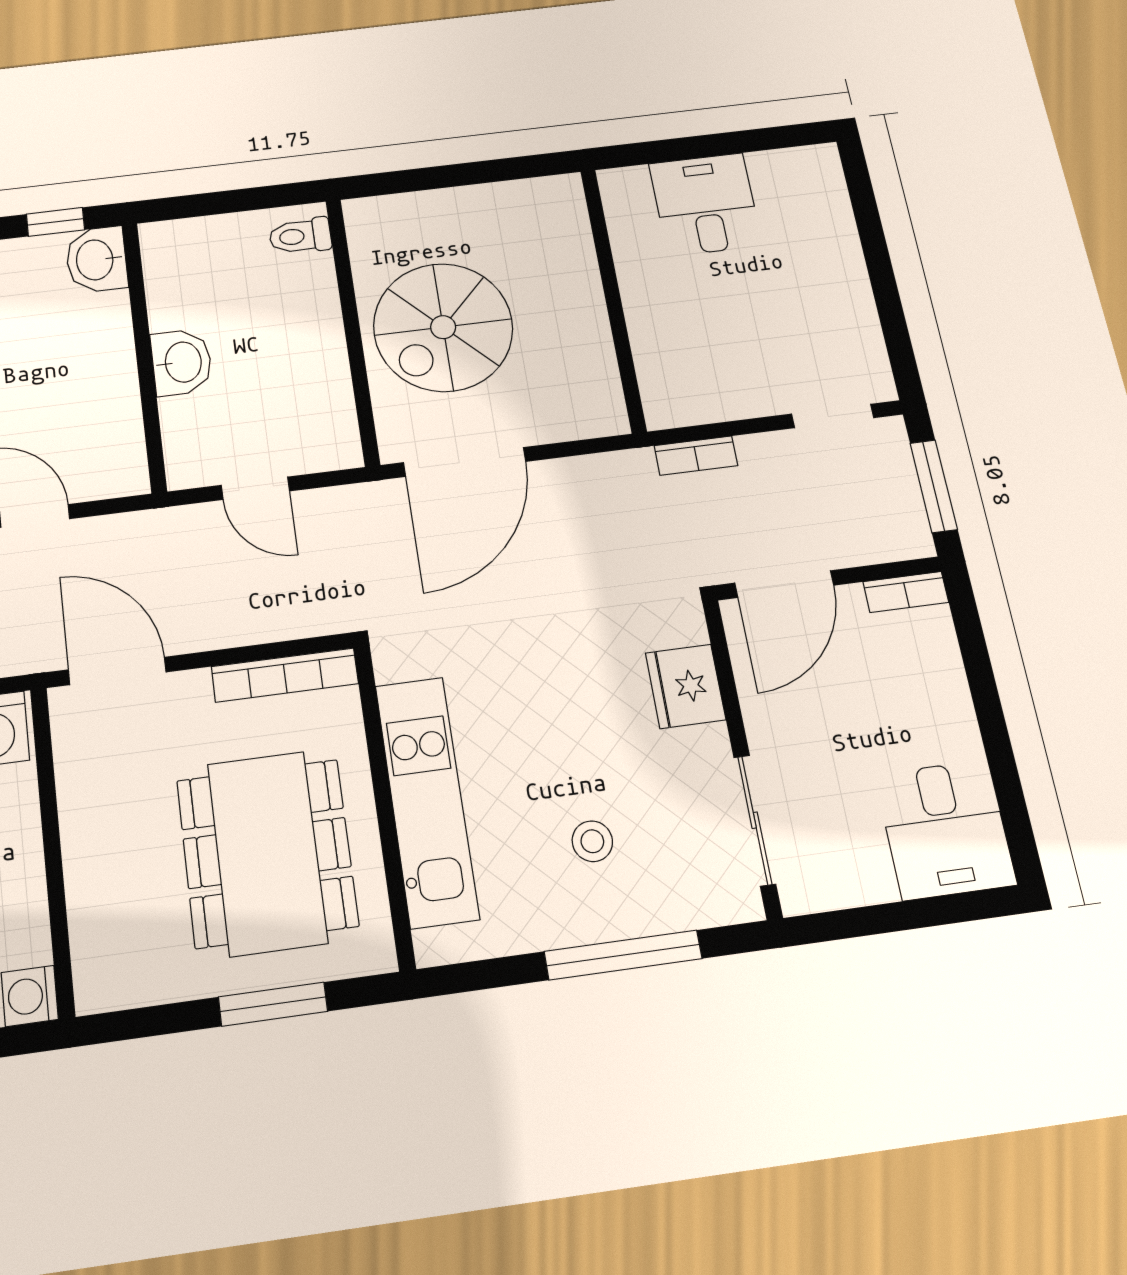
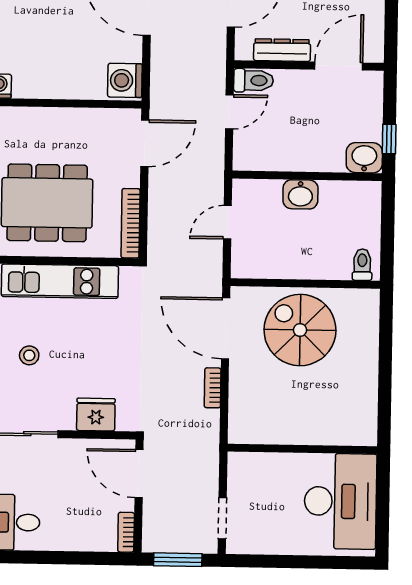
desk: (705, 204) -> (340, 501), width x1.87, depth x1.30
wall: (613, 299) -> (302, 449), moved
bookcase: (696, 456) -> (213, 388), moved

